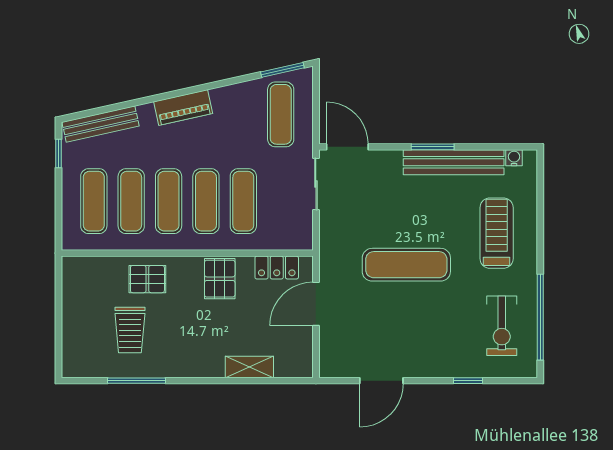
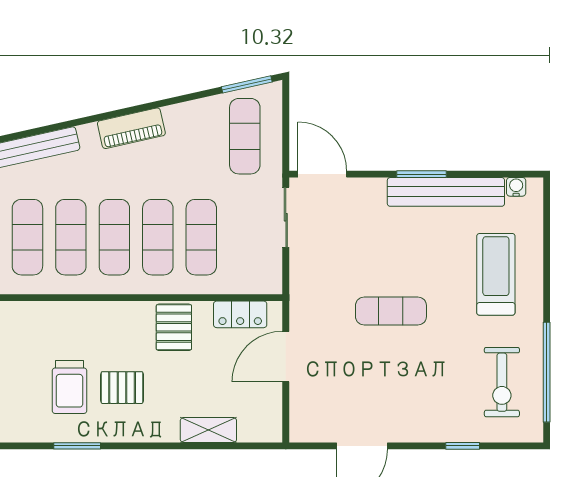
exercise mat: (406, 265) -> (391, 311), width x0.73, depth x0.69
pallet: (147, 279) -> (122, 388), moved
window: (136, 381) -> (77, 446), width x0.69

